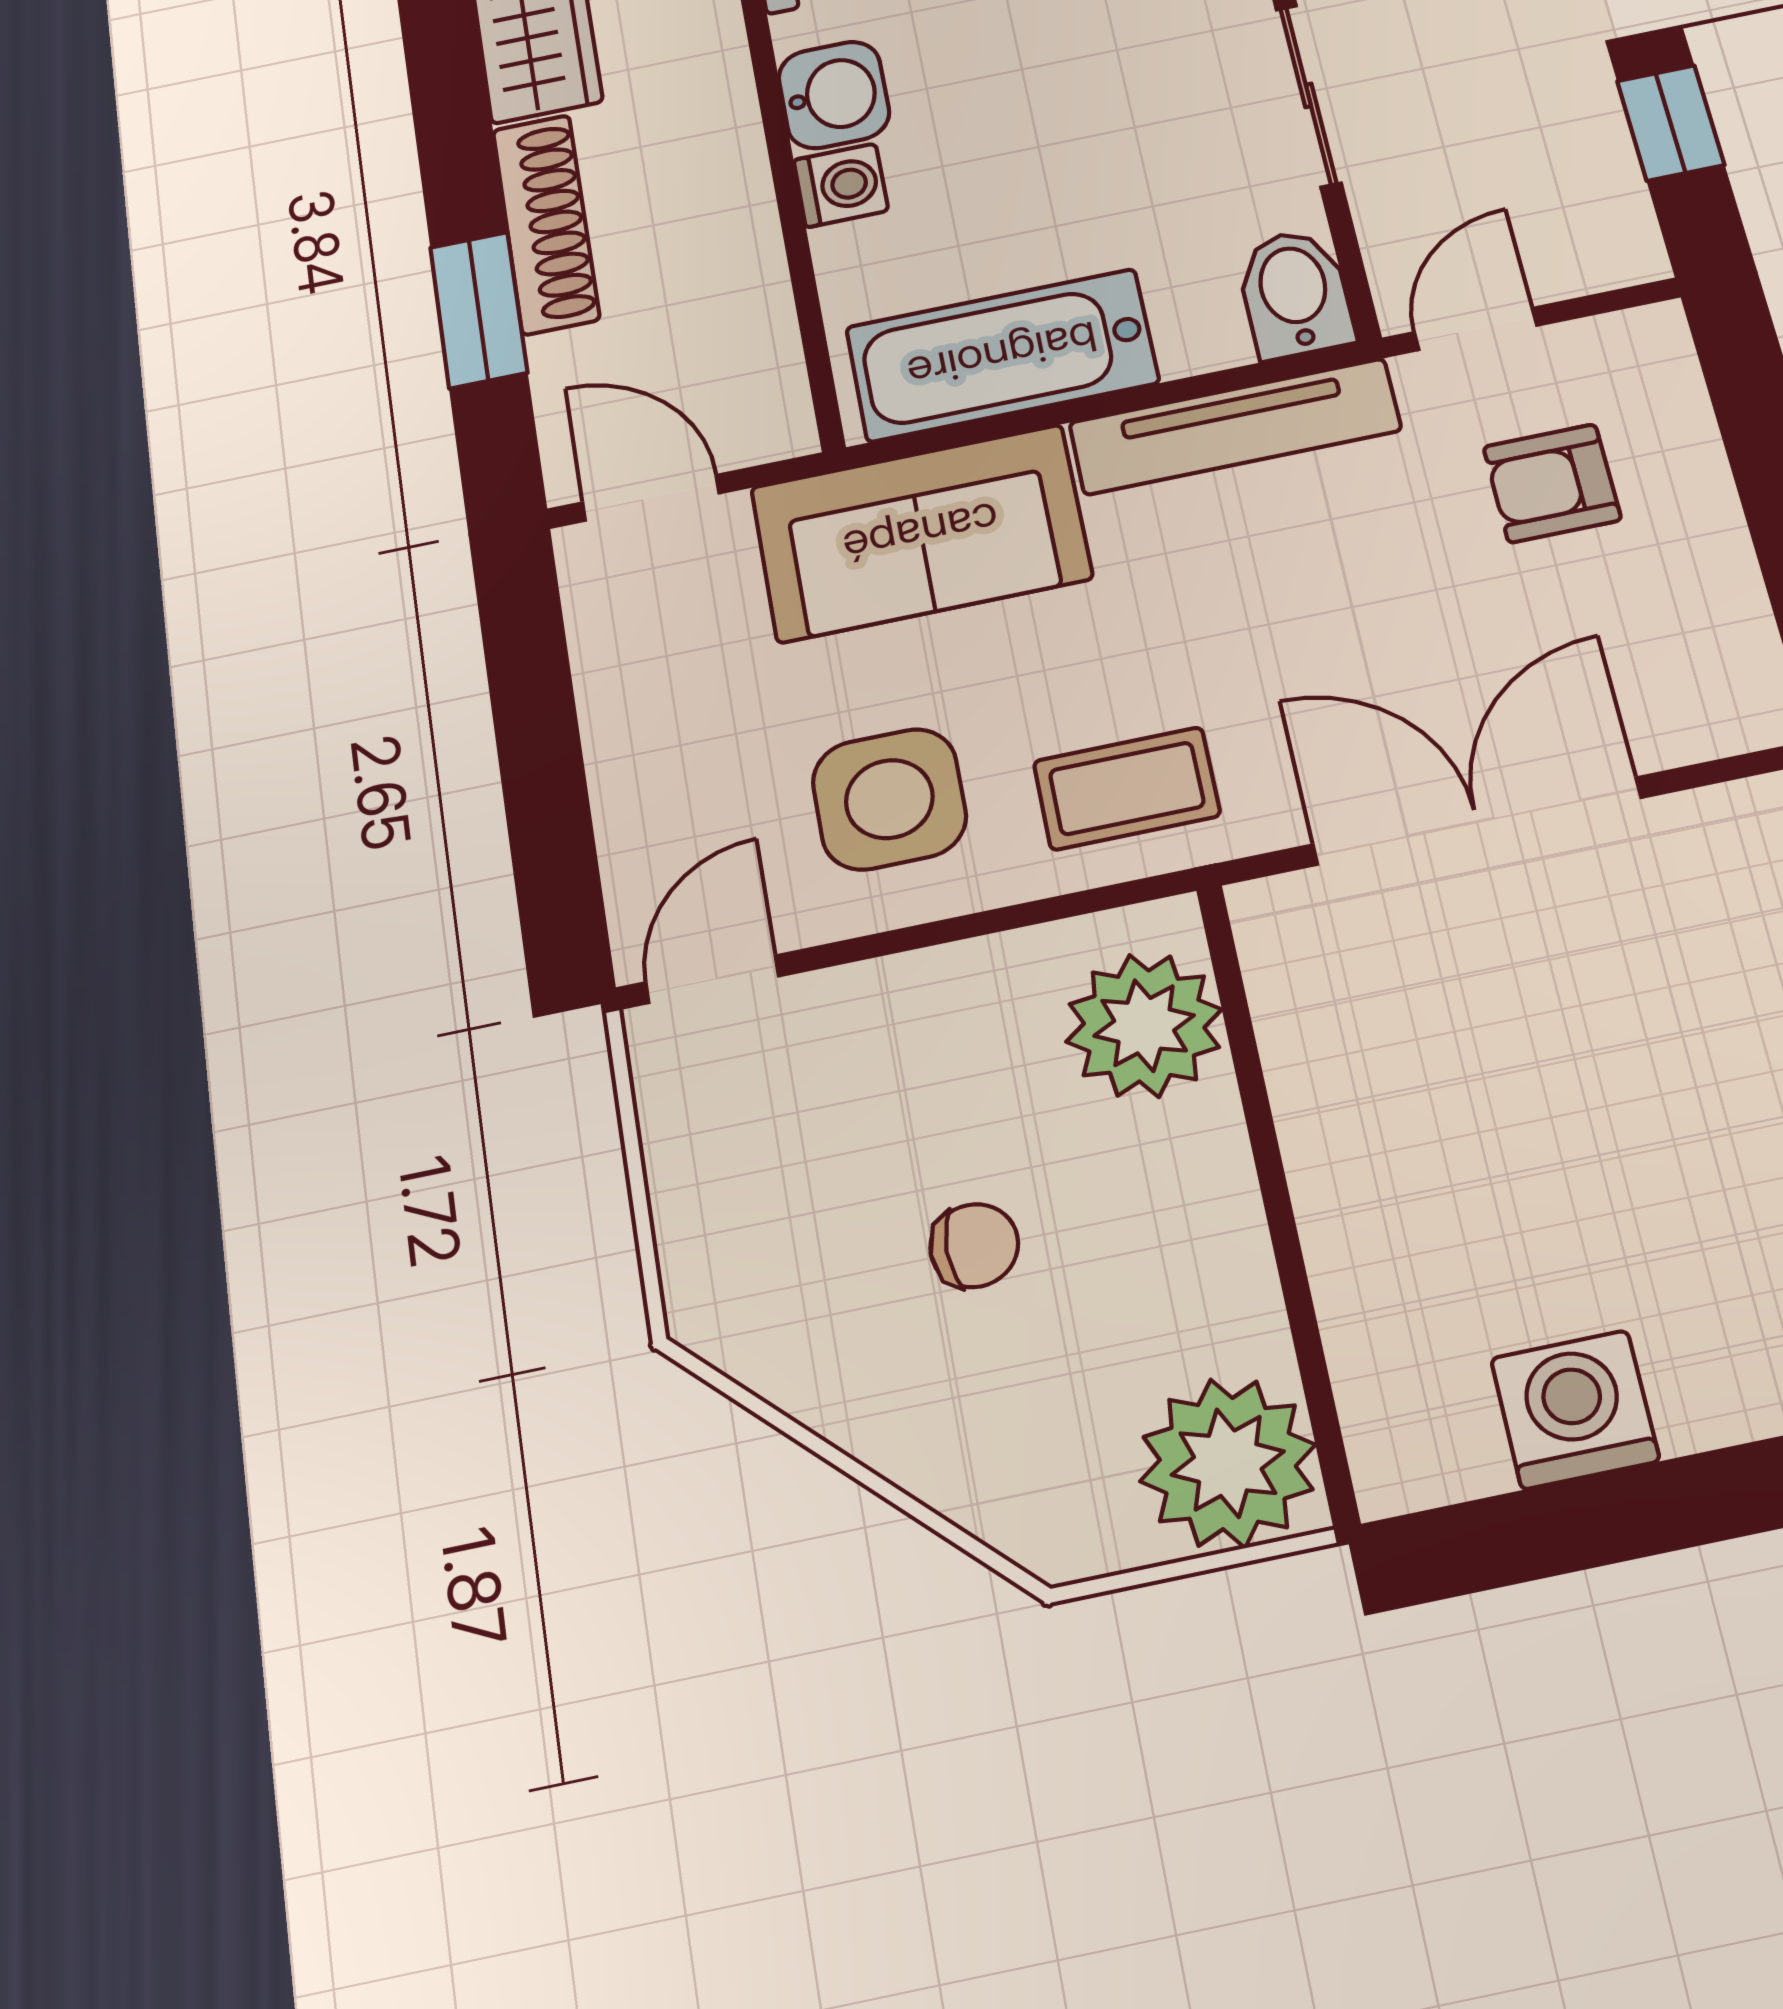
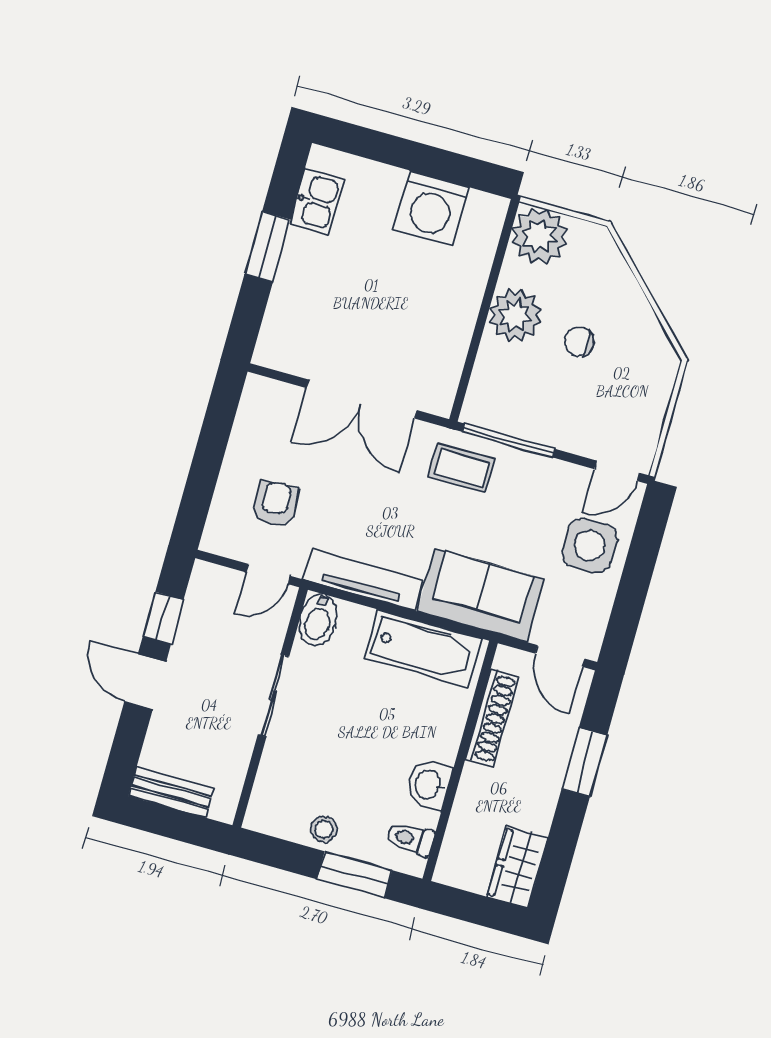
washing machine: (841, 185) -> (444, 746), removed
shoe rack: (546, 224) -> (492, 718), moved, turned 180
armchair: (1552, 483) -> (275, 504), turned -93
side table: (889, 799) -> (590, 546), moved
window: (1037, 912) -> (509, 440), added
plant: (1144, 1026) -> (515, 315), moved
washing machine: (1575, 1410) -> (431, 208), width x1.37, depth x1.37

